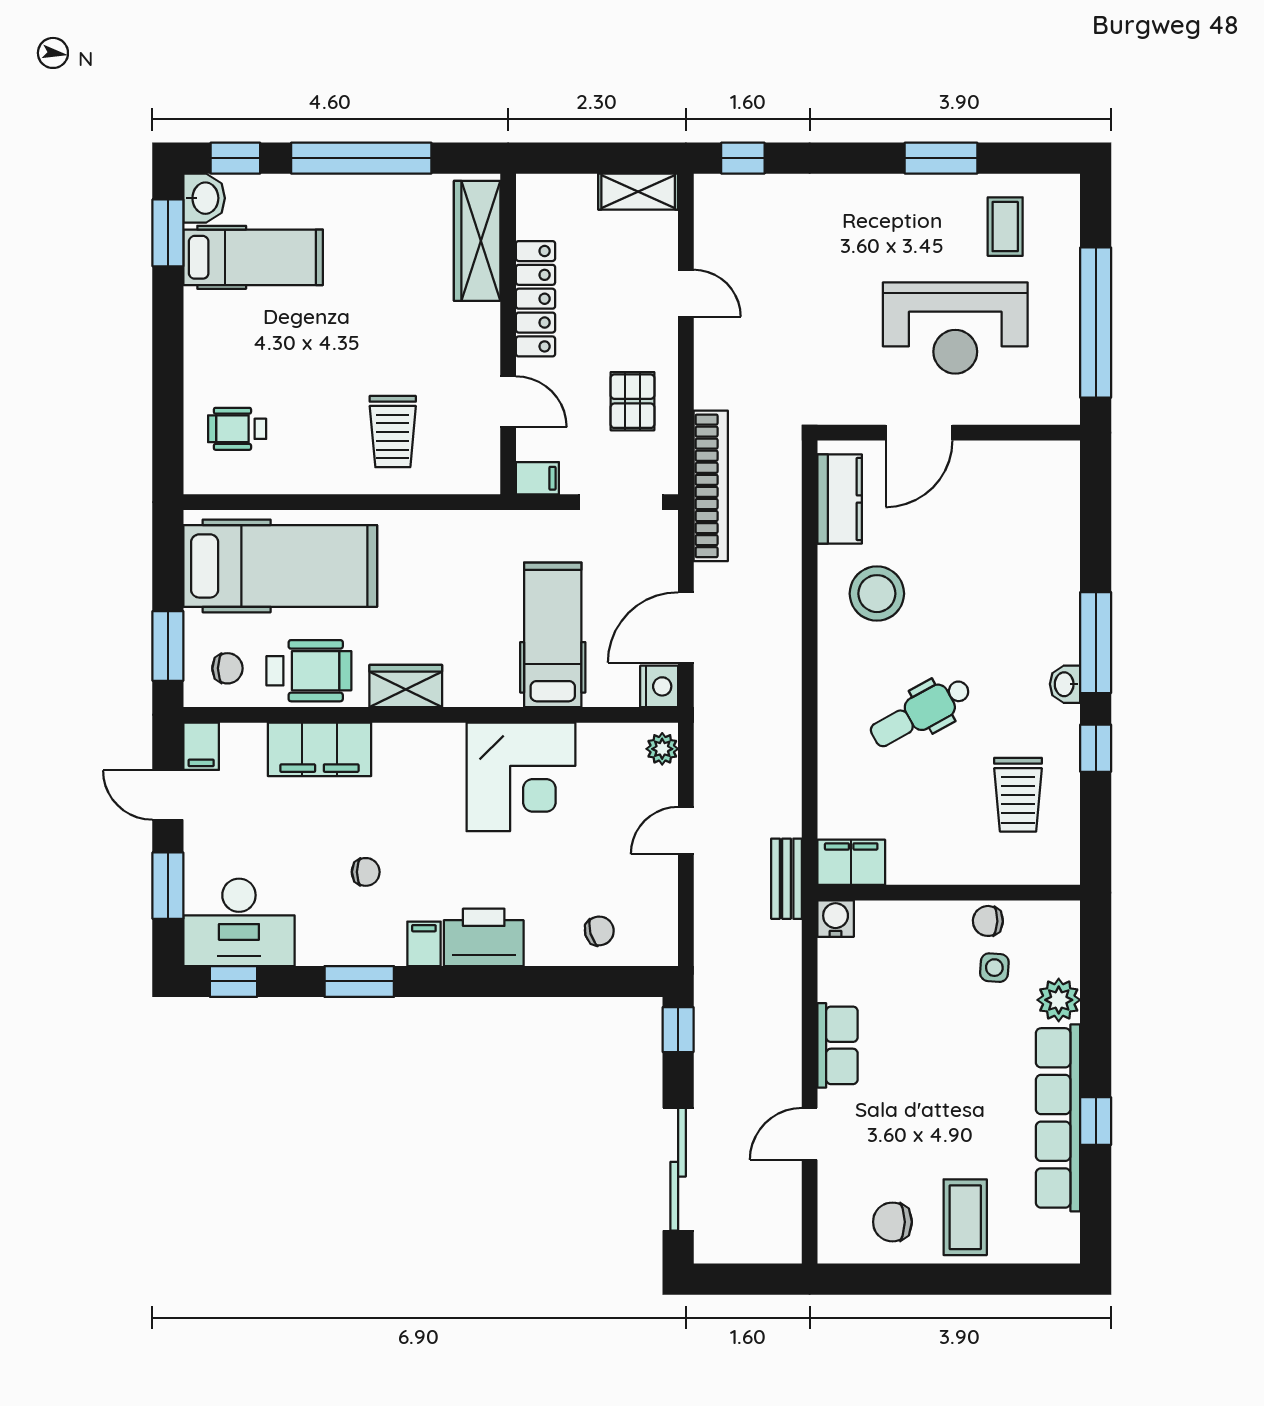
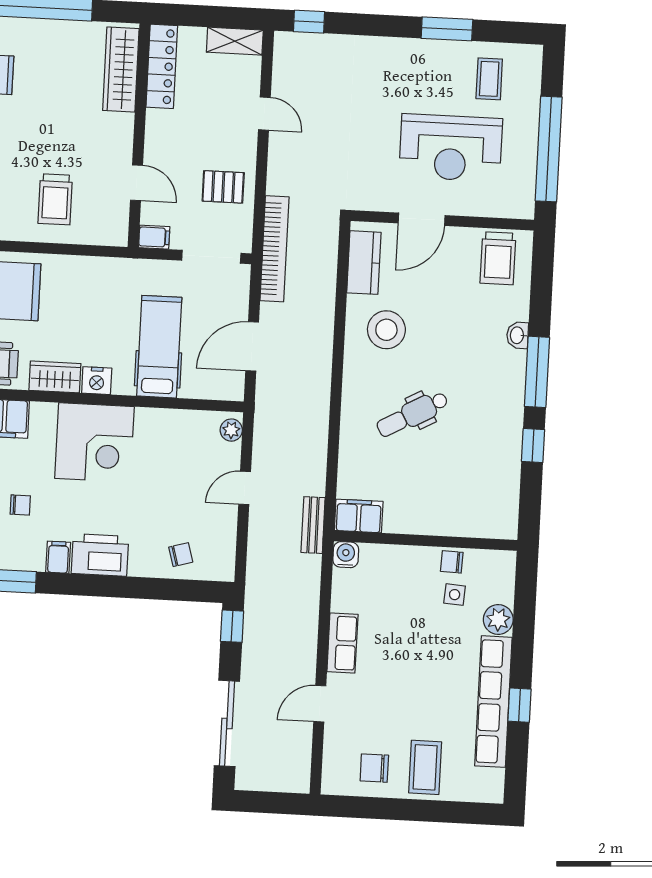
locker: (536, 299) -> (162, 66), moved
pallet: (632, 401) -> (223, 187), turned 90
washbasin: (1065, 684) -> (518, 335), moved
nightstand: (659, 686) -> (97, 381), moved, turned 90
corner desk: (521, 777) -> (94, 442), moved
trolley: (1018, 795) -> (498, 258), moved

